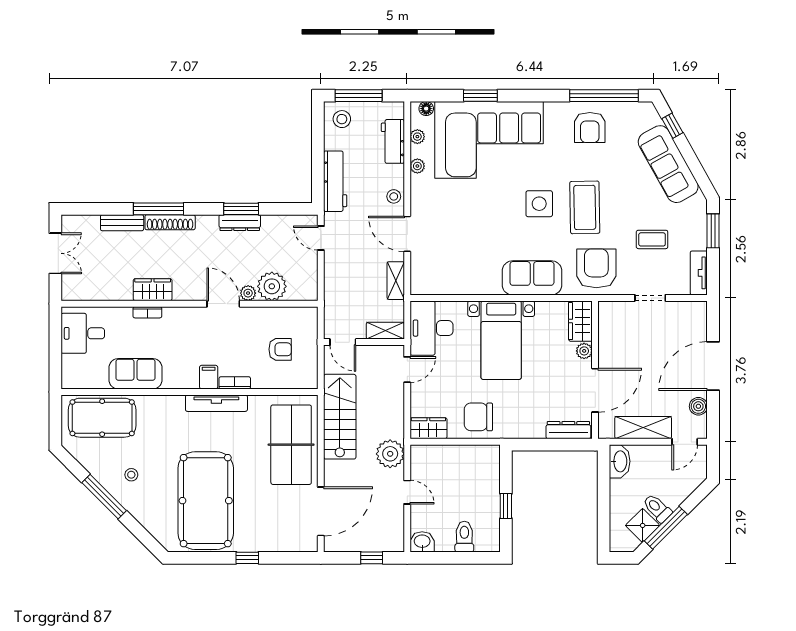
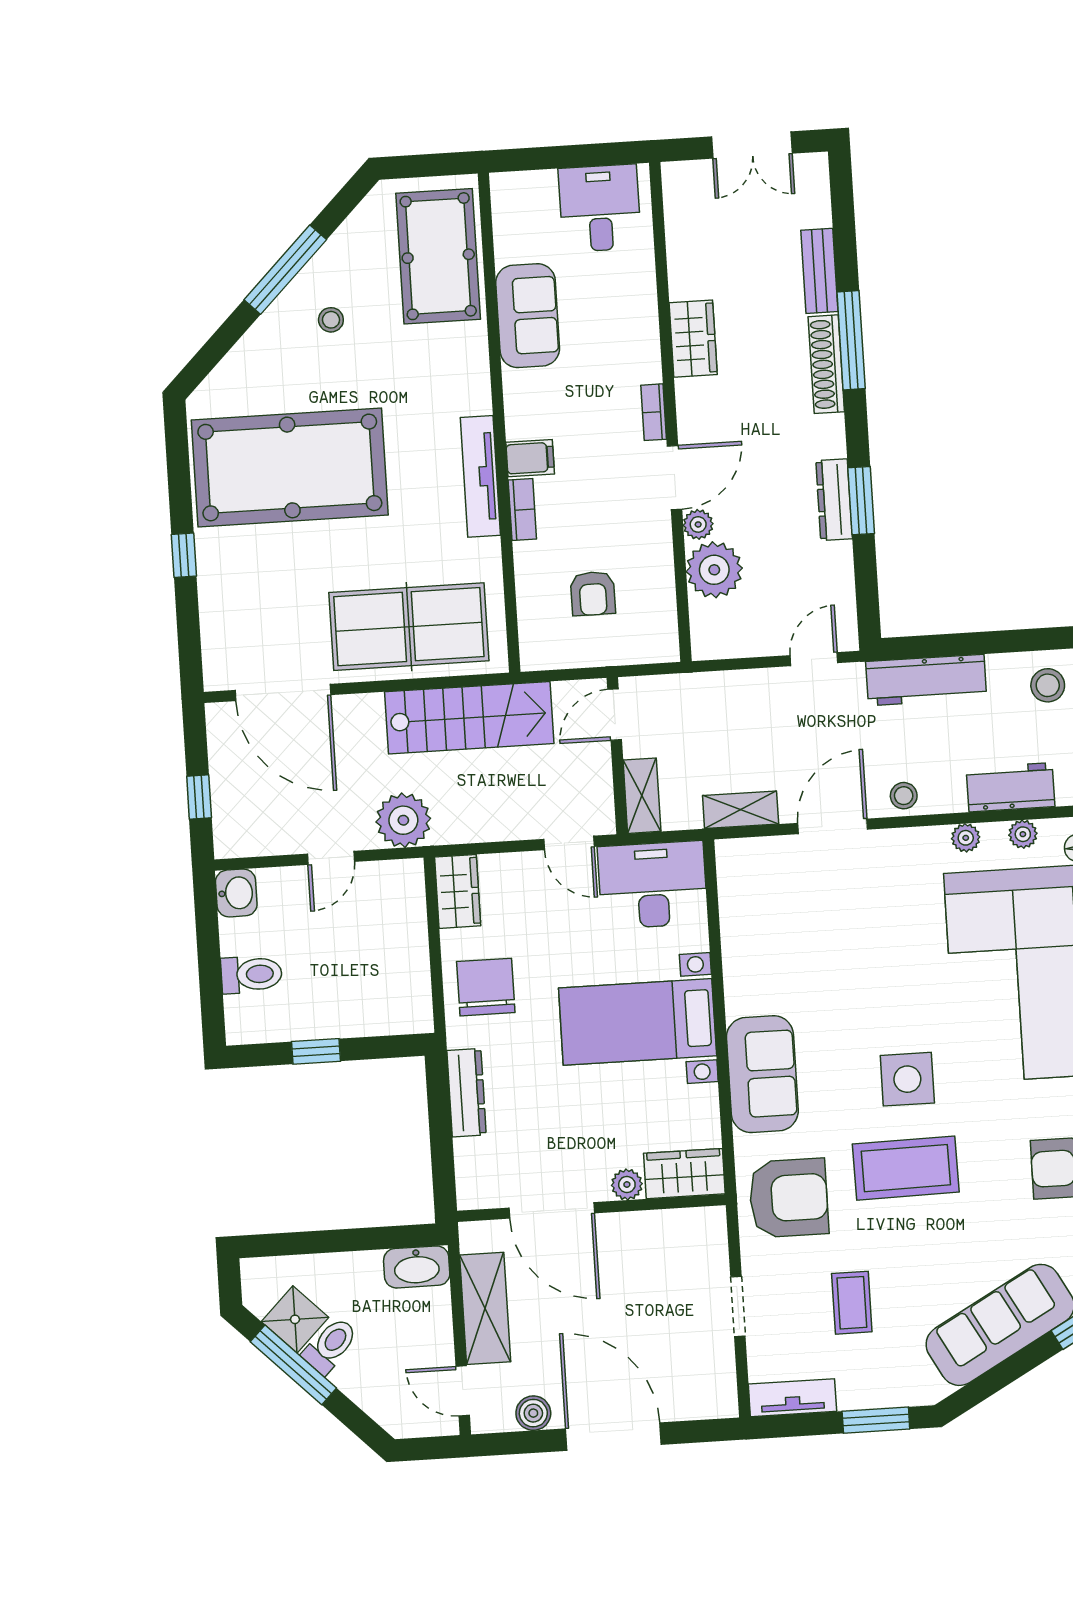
bookcase: (147, 312) -> (654, 412), moved
dresser: (568, 430) -> (467, 1093), moved

